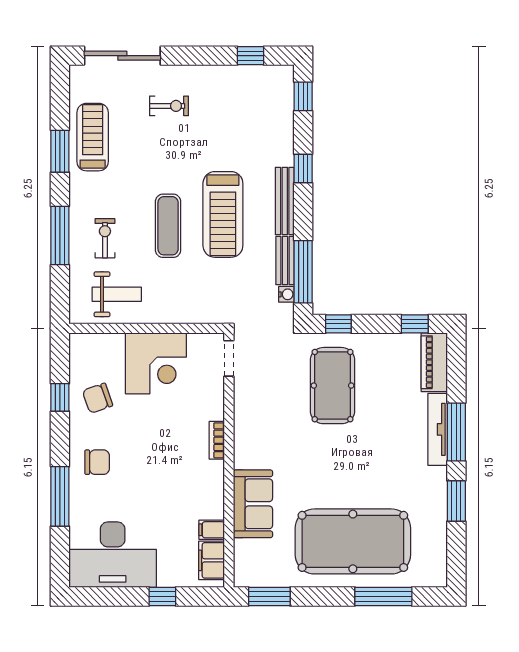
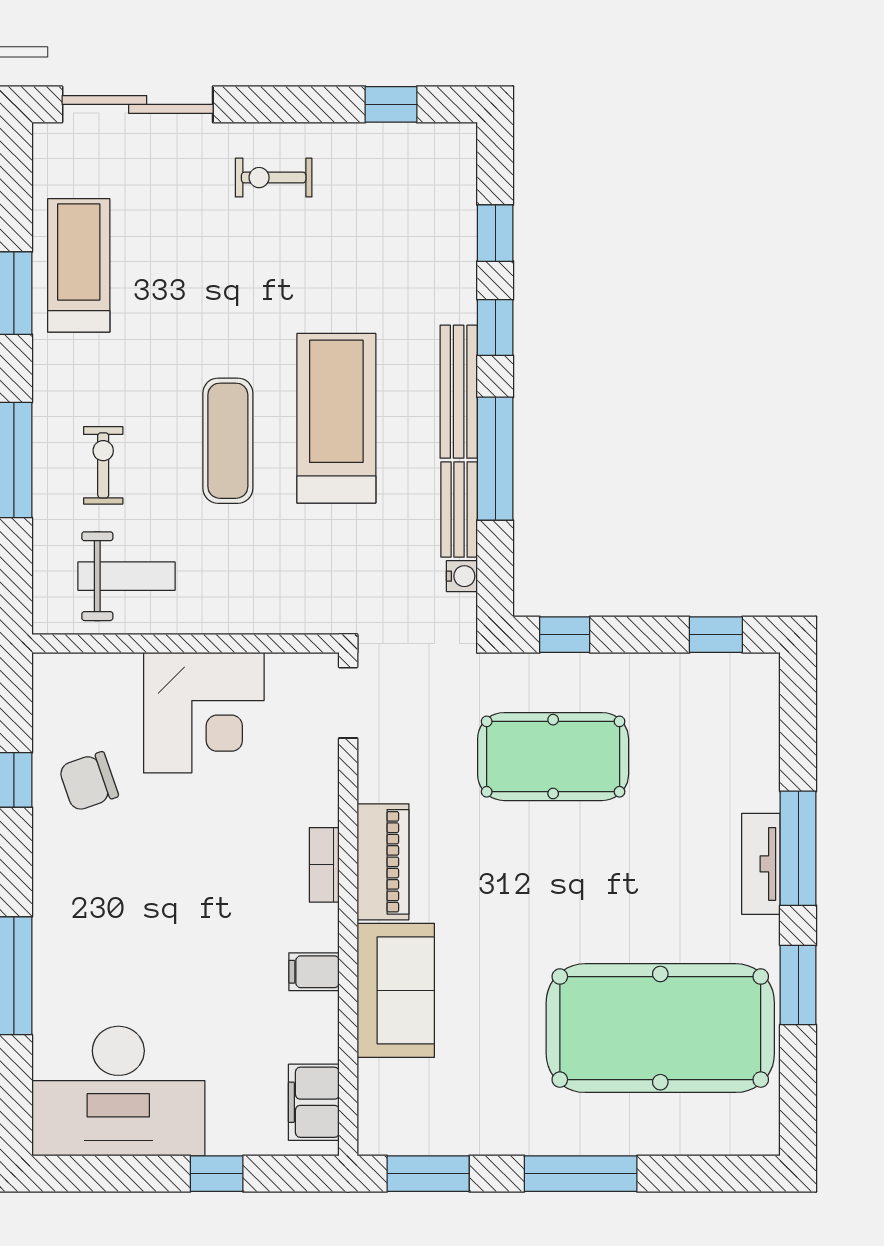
window: (303, 96) -> (495, 233), moved
exercise bike: (169, 106) -> (274, 178), moved, turned 180
treadmill: (223, 214) -> (336, 418), turned 180
window: (303, 272) -> (495, 459), moved
piano: (434, 362) -> (383, 862), moved, turned 180
pool table: (333, 386) -> (553, 757), turned 90
tv unit: (438, 429) -> (761, 864), width x0.71
chair: (97, 462) -> (88, 908), removed
filing cabinet: (212, 530) -> (314, 972), moved
pool table: (353, 541) -> (660, 1028), moved
window: (383, 597) -> (581, 1174), moved

